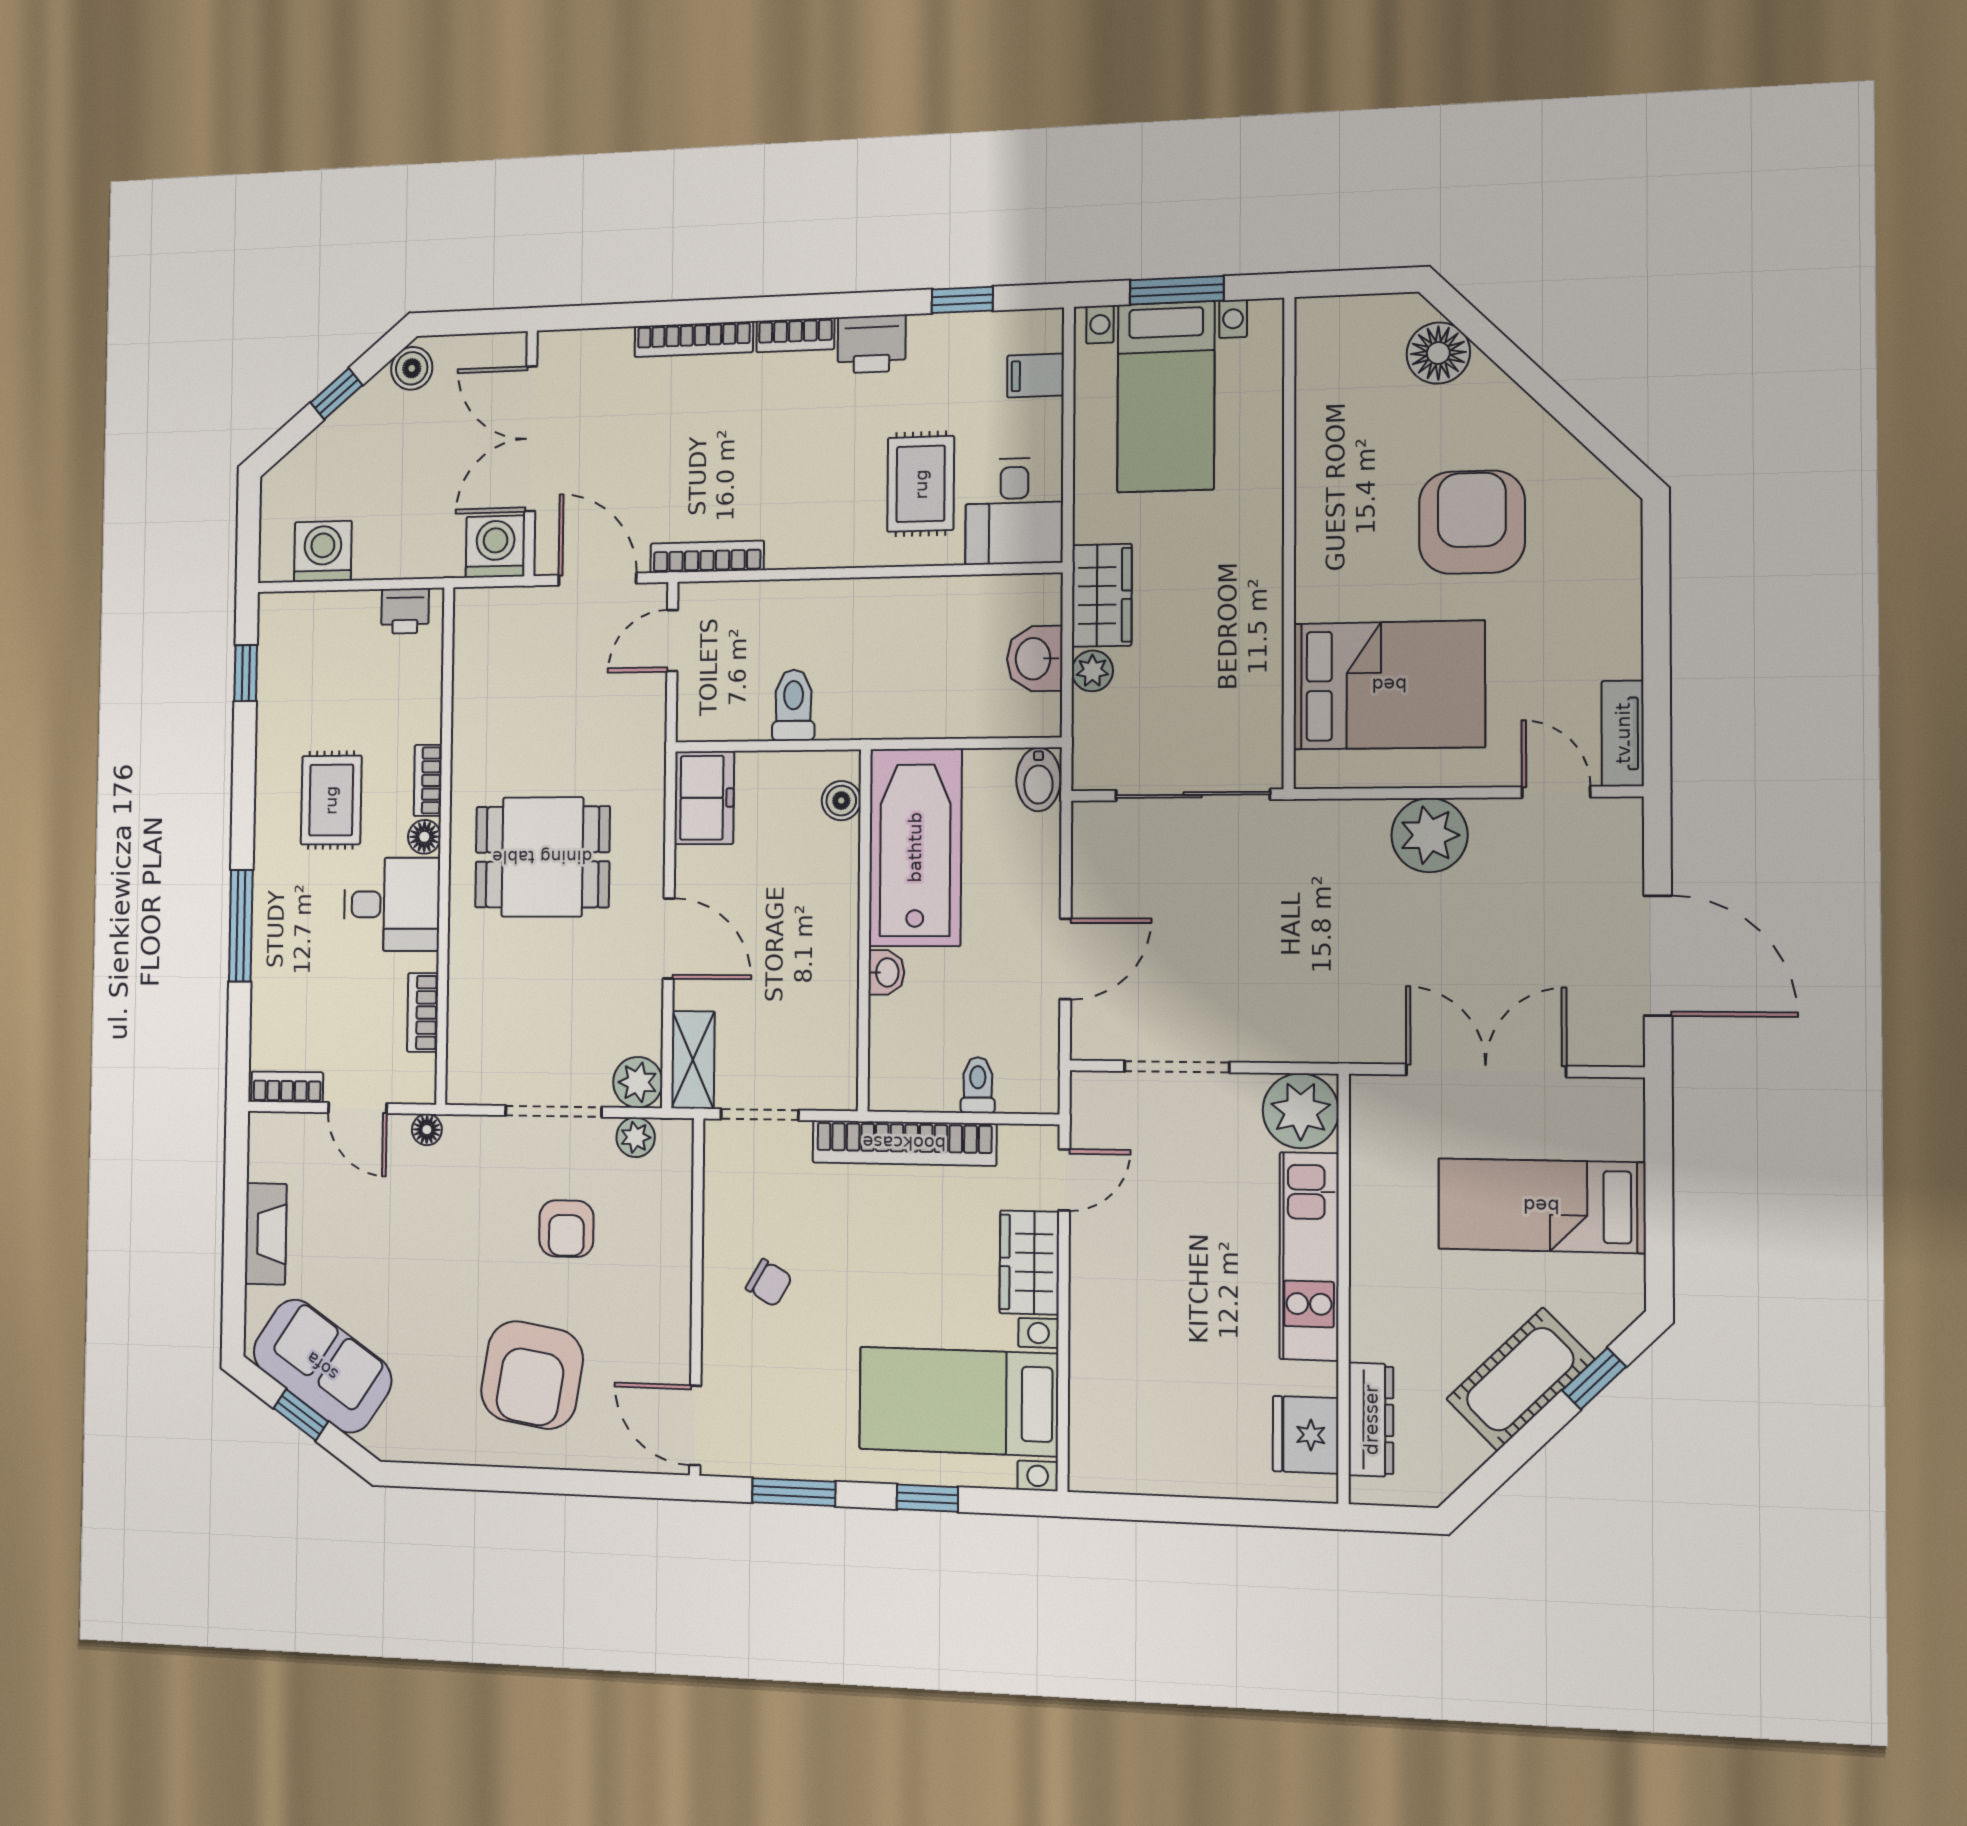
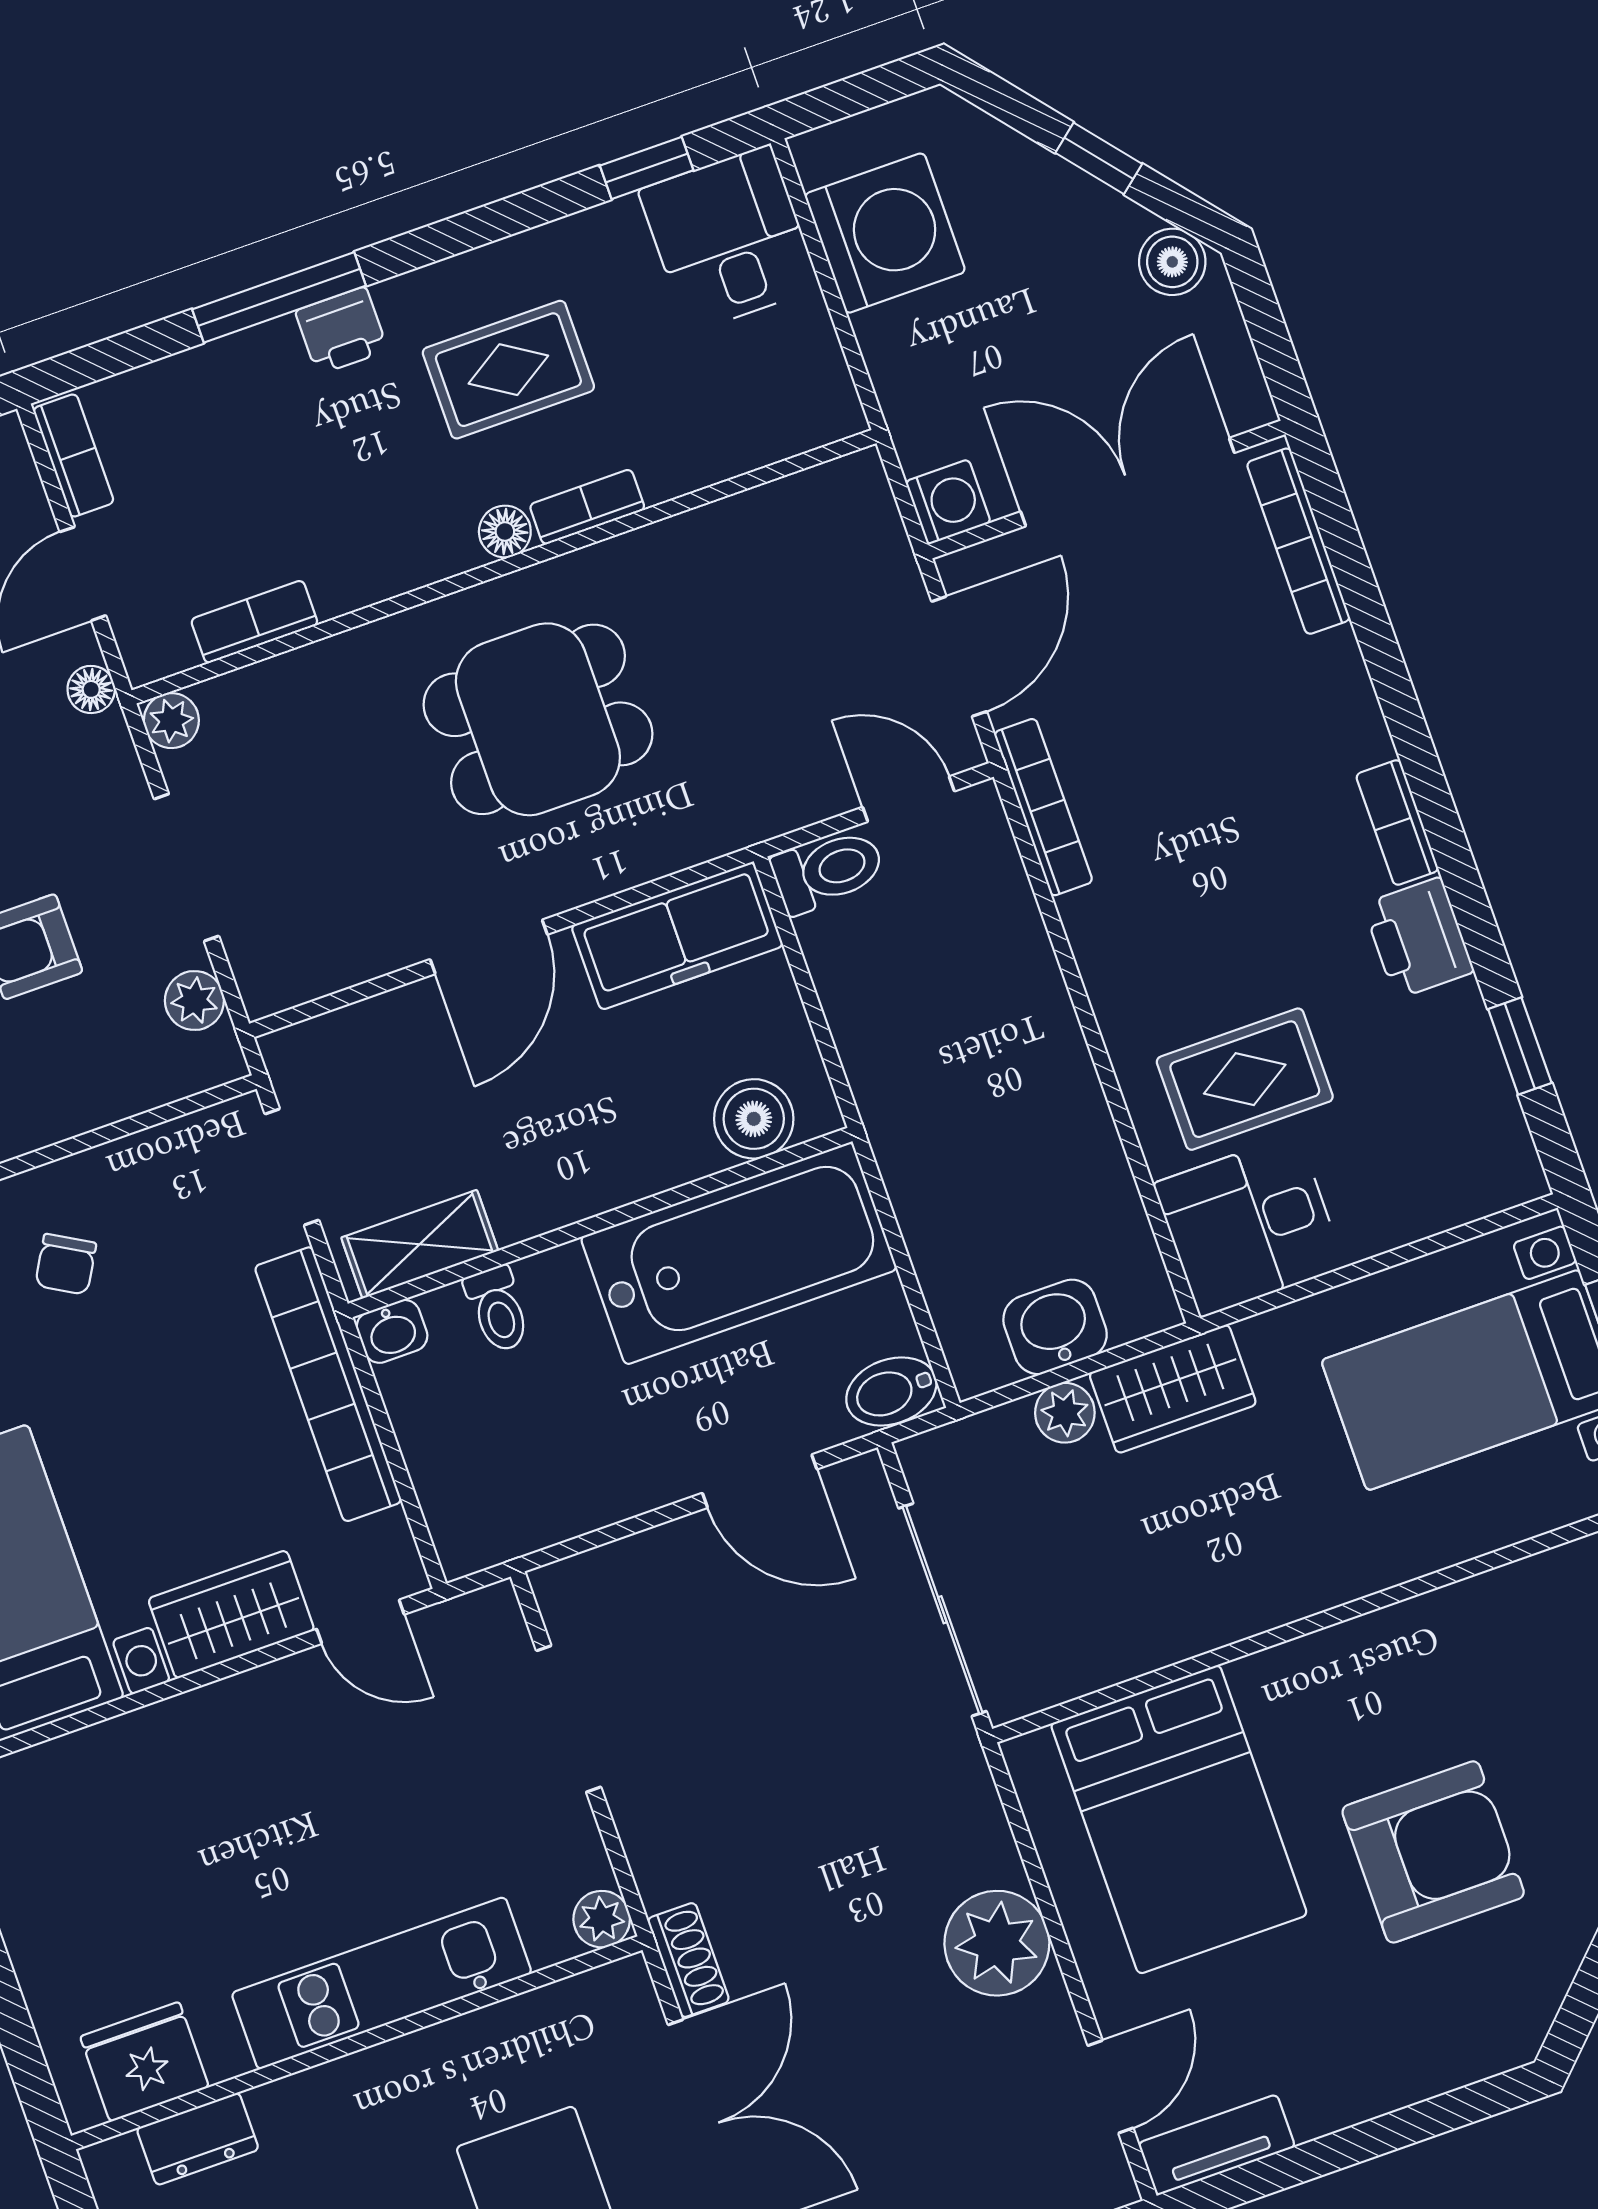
bookcase: (694, 339) -> (1298, 541), moved
filing cabinet: (1036, 375) -> (1446, 1188), removed
washing machine: (495, 546) -> (948, 502), width x0.73, depth x0.73
washing machine: (323, 551) -> (885, 233), width x1.37, depth x1.37
printer: (405, 611) -> (341, 331), moved, turned -90
toilet: (793, 705) -> (828, 871), moved
freezer: (704, 798) -> (677, 936), width x1.40
boiler: (841, 801) -> (754, 1119), width x1.36, depth x1.36
dining table: (542, 857) -> (538, 719), turned 90
desk: (392, 904) -> (729, 239), moved, turned 180
door: (1065, 959) -> (760, 1481), moved
washbasin: (886, 972) -> (392, 1331), moved
shoe rack: (1367, 1046) -> (688, 1960), added
shelving: (693, 1060) -> (420, 1244), moved
plant: (638, 1082) -> (171, 721), moved, width x0.73, depth x0.73
toilet: (978, 1085) -> (498, 1309), moved, turned 90
plant: (1301, 1111) -> (602, 1919), width x0.53, depth x0.53
dresser: (1371, 1420) -> (198, 2139), width x0.70

